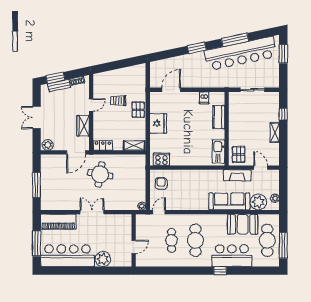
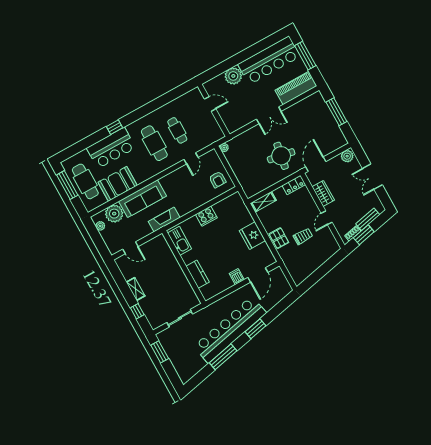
bar counter: (241, 54) -> (230, 330), moved
window: (283, 54) -> (160, 352), moved
window: (55, 78) -> (364, 235), moved
dishwasher: (204, 98) -> (237, 277), moved
double door: (37, 117) -> (372, 177), swing flipped
pallet: (239, 154) -> (159, 249), removed
cooker: (161, 159) -> (206, 216), moved
fireplace: (237, 175) -> (164, 220), moved
door: (159, 212) -> (191, 158), moved
door: (134, 247) -> (210, 104), swing flipped

